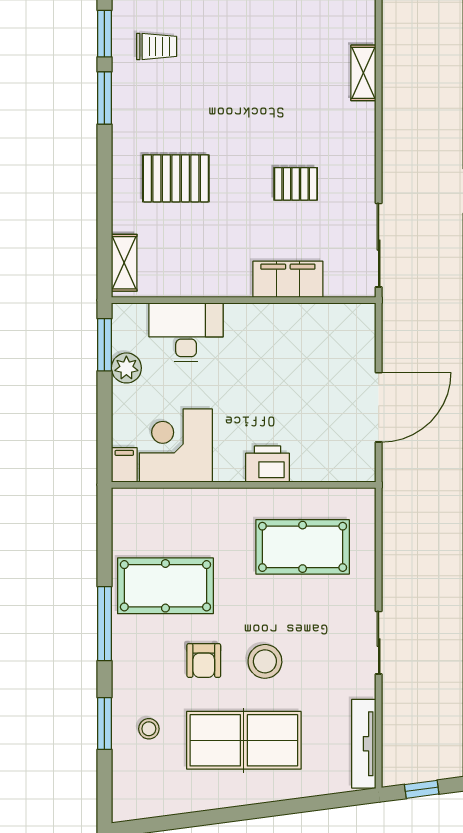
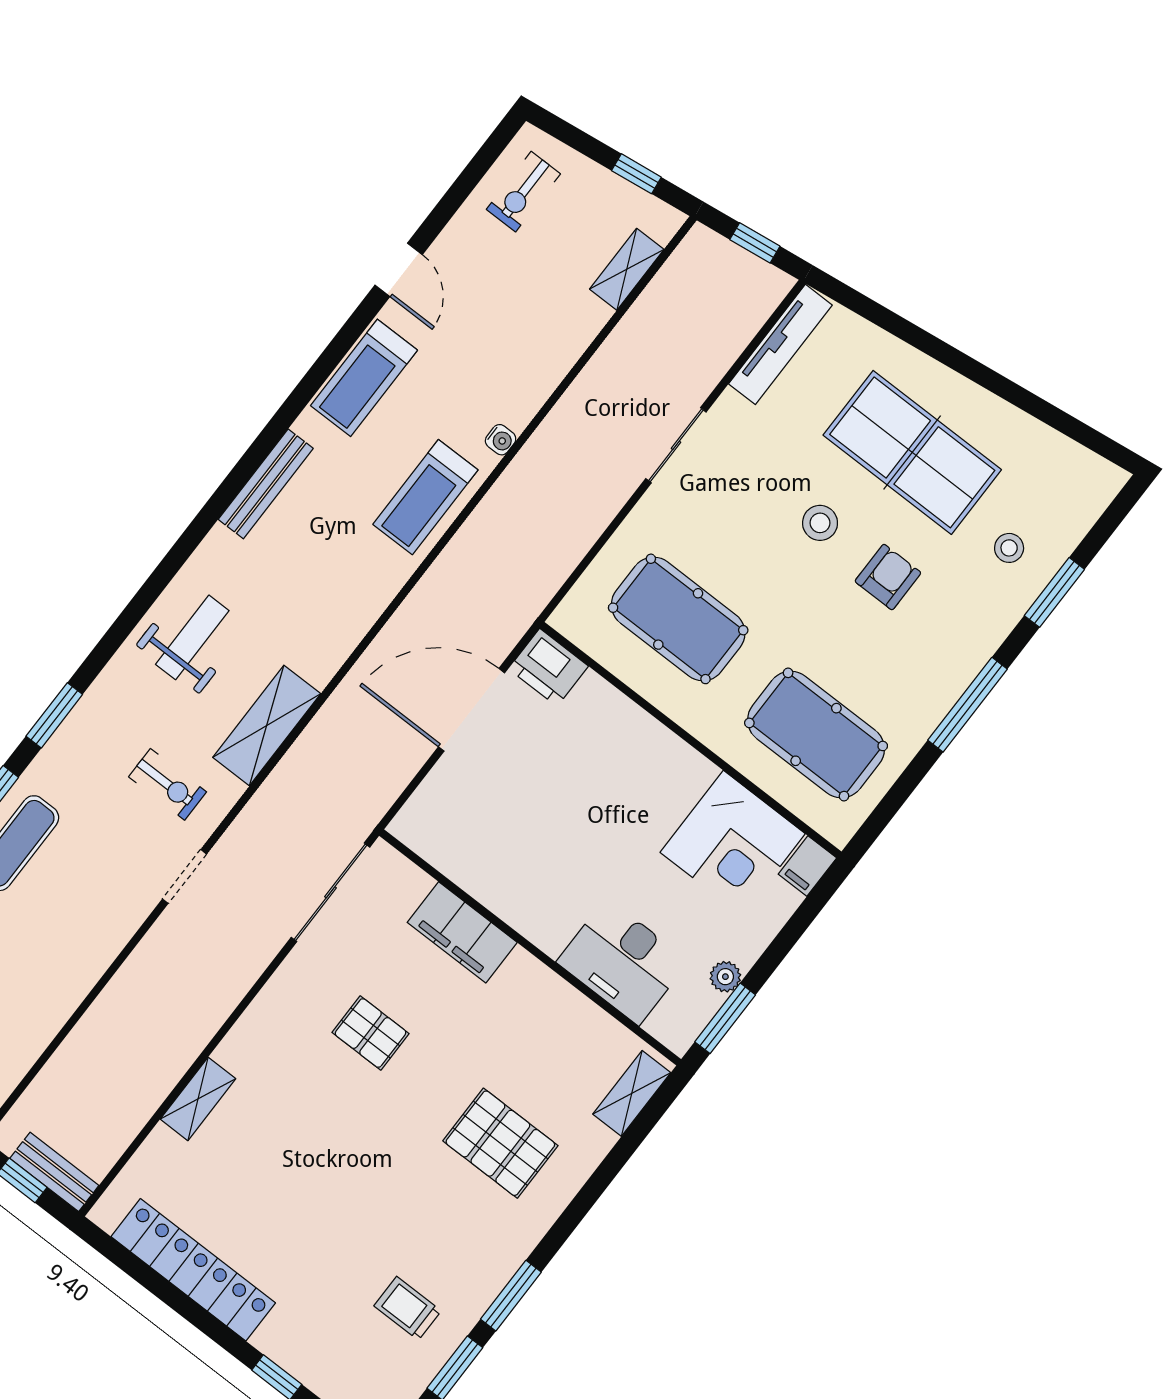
plant: (126, 368) -> (725, 977), width x0.73, depth x0.73
printer: (268, 464) -> (548, 667), moved
pool table: (165, 586) -> (816, 734), moved
stool: (265, 661) -> (820, 523), width x0.73, depth x0.73

